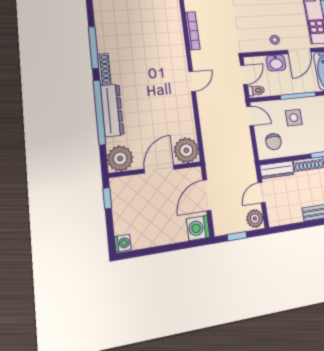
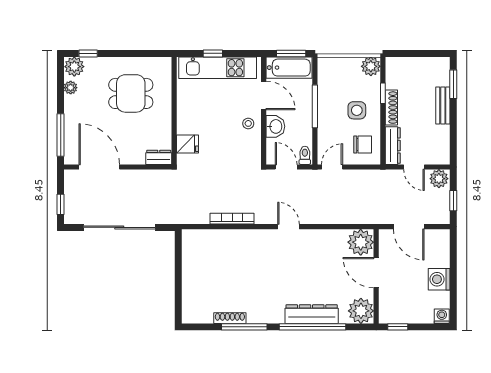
shoe rack: (104, 69) -> (230, 318), moved
side table: (294, 118) -> (357, 110), moved
washing machine: (198, 228) -> (439, 279), moved, turned 90

